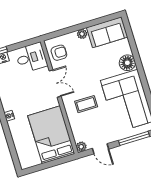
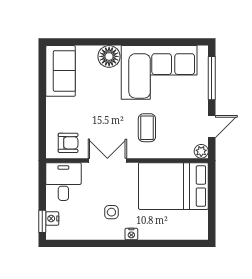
plant: (82, 34) -> (53, 105), removed
armchair: (59, 53) -> (68, 143), turned 90
side table: (20, 97) -> (111, 212), added

